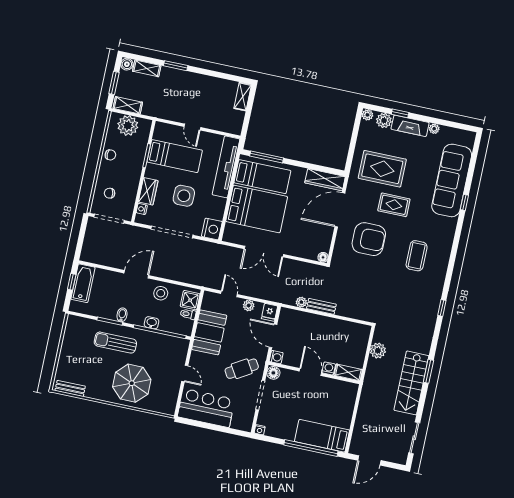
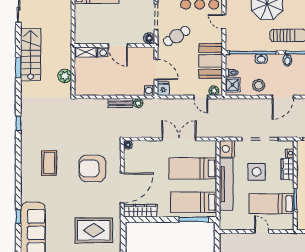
tv unit: (226, 167) -> (226, 184), moved
rug: (394, 205) -> (77, 202), removed
bed: (257, 209) -> (193, 168), width x0.67
plant: (249, 306) -> (214, 91), moved
washing machine: (276, 357) -> (150, 90), moved

